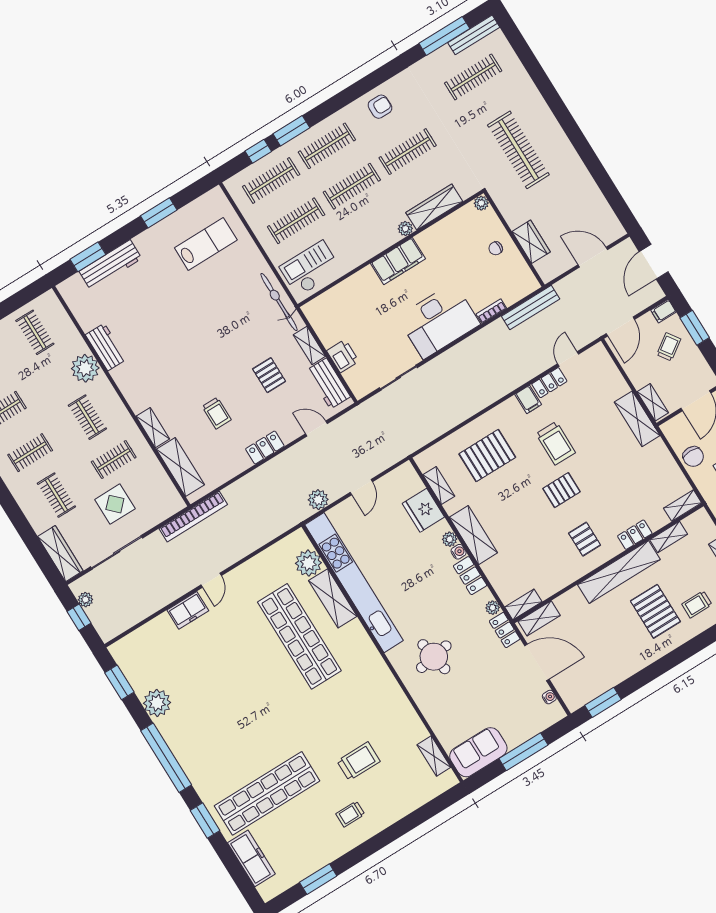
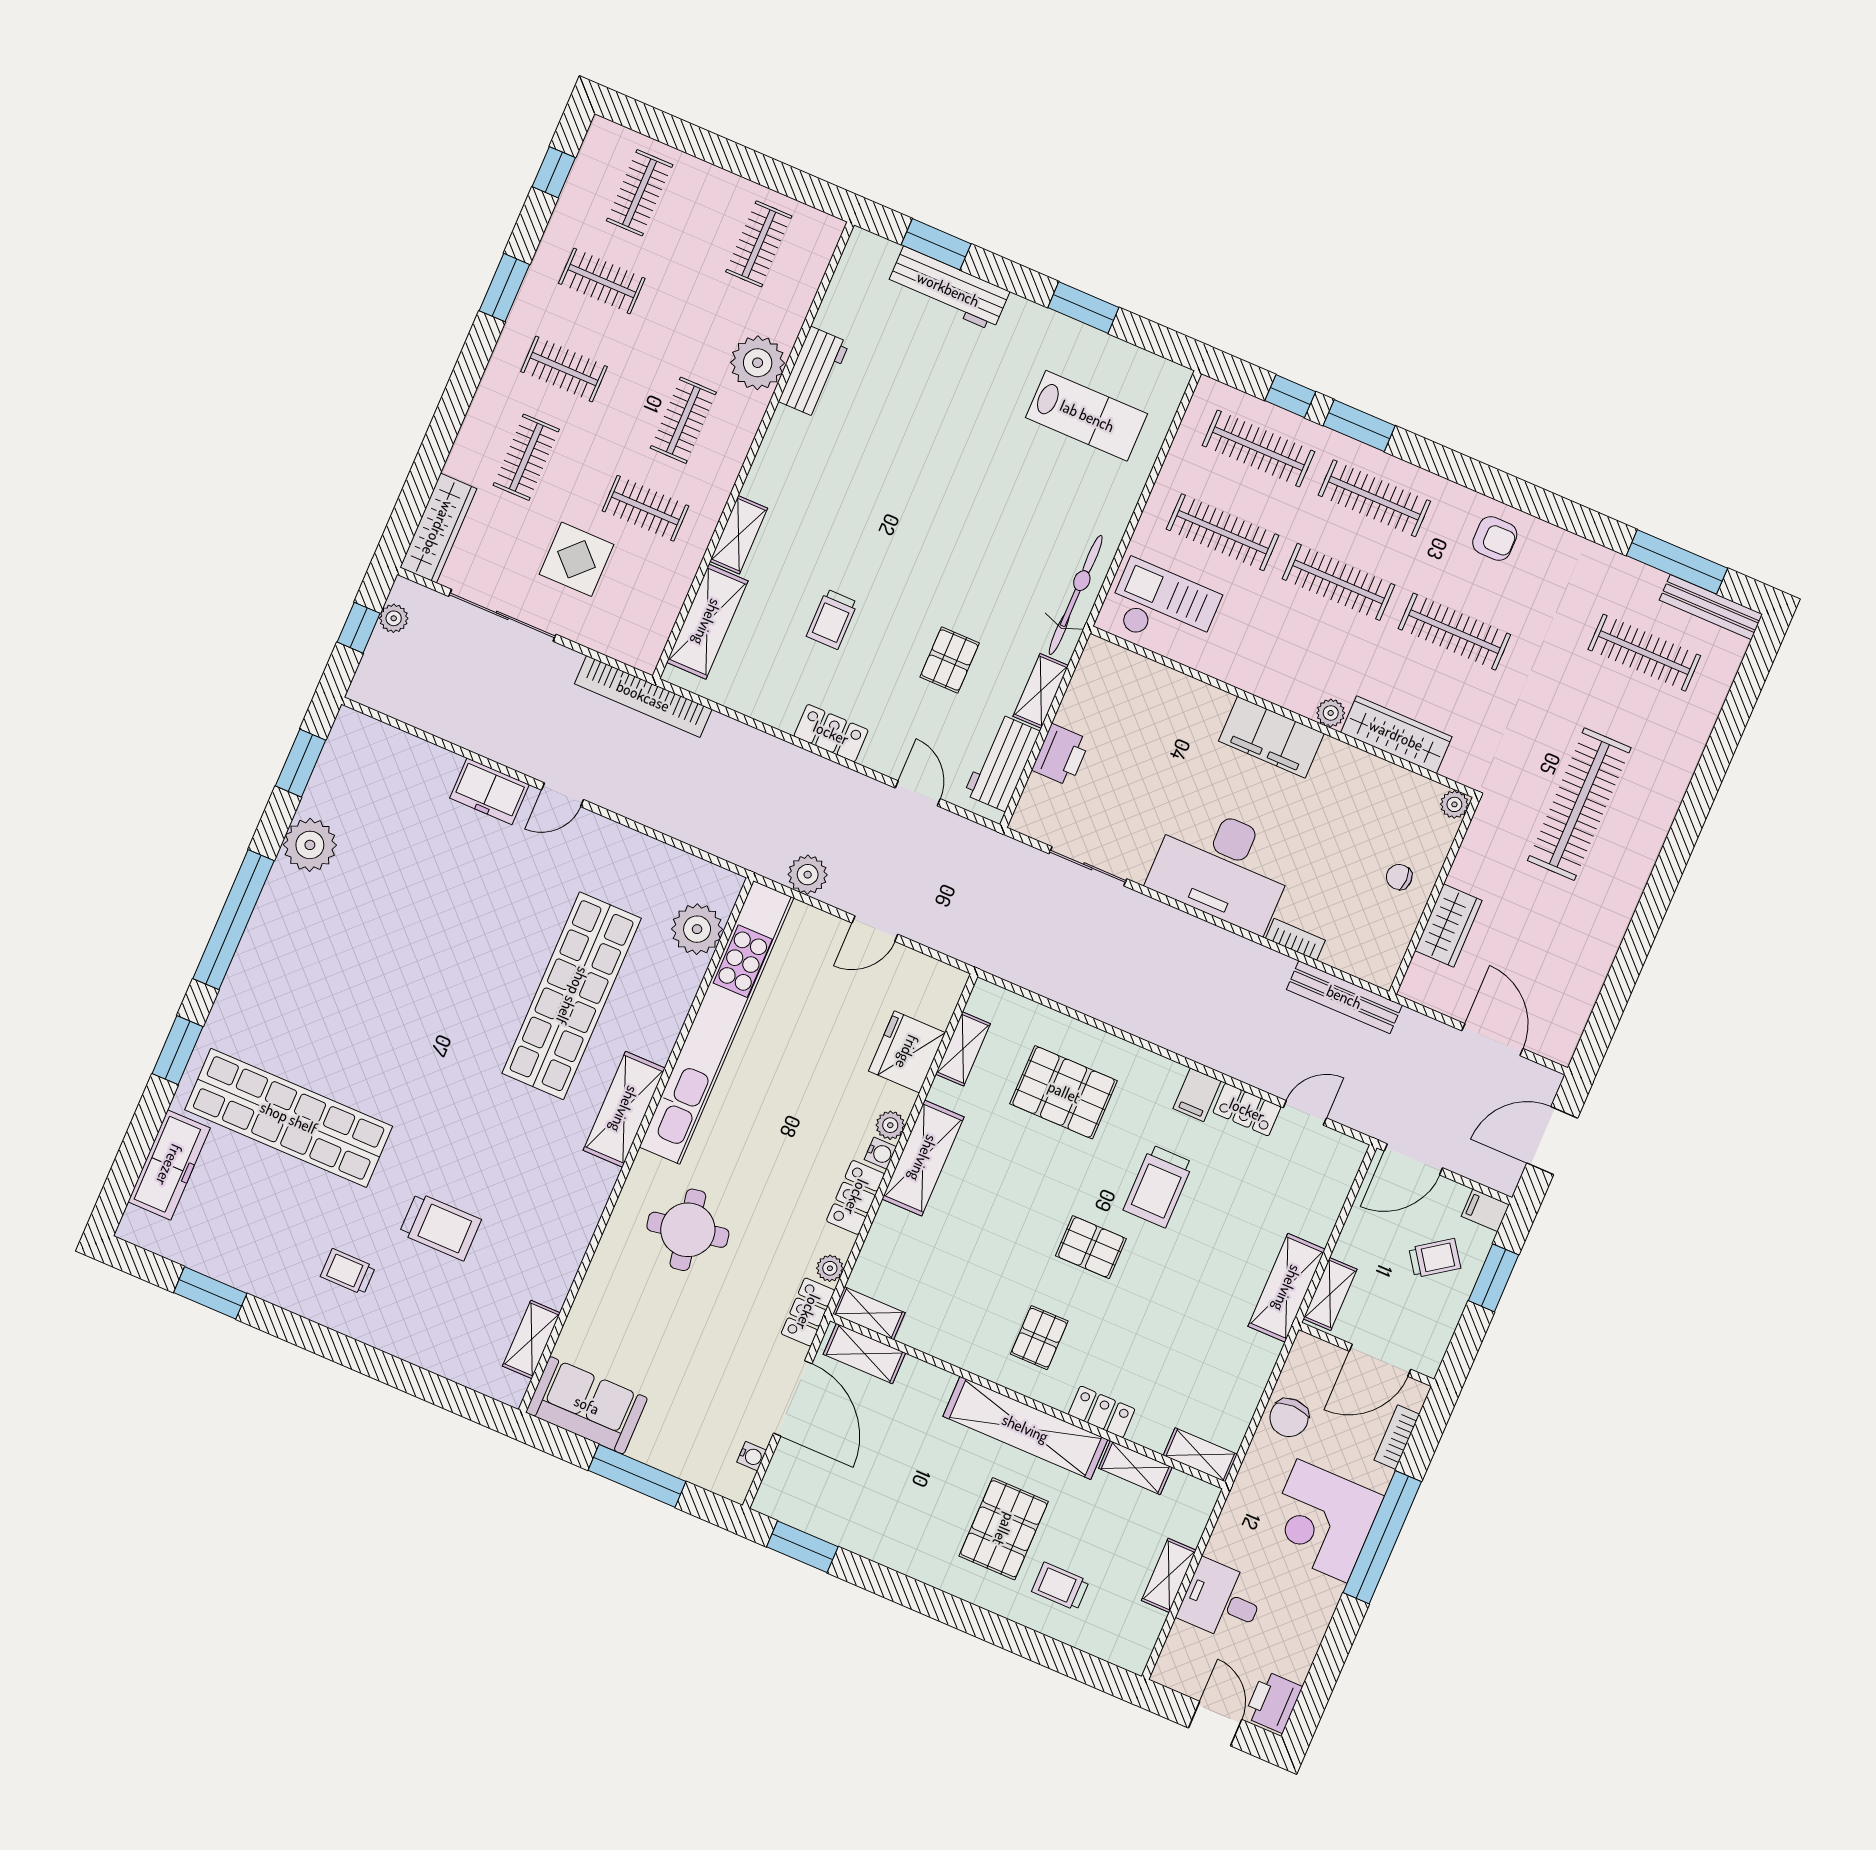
shelving: (333, 598) -> (624, 1109), moved

